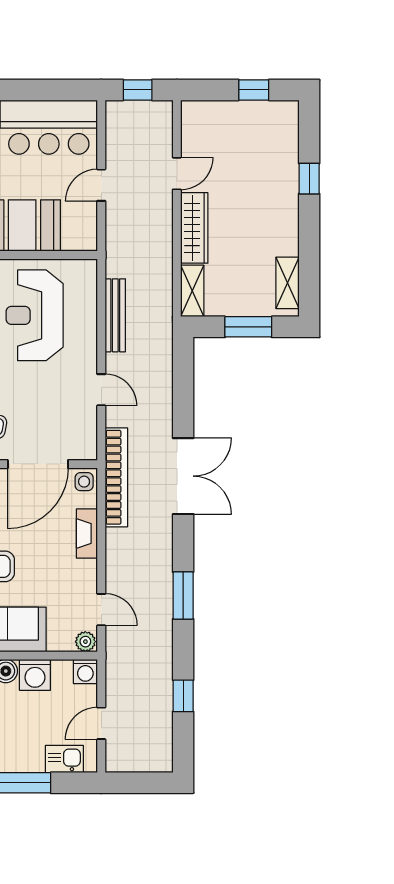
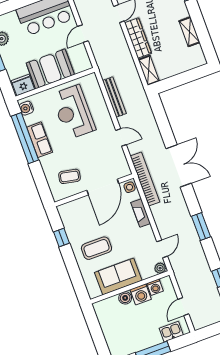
shelving: (287, 283) -> (189, 32), moved
window: (248, 327) -> (184, 78), removed
door: (101, 610) -> (162, 249), hinge flipped
washing machine: (85, 671) -> (155, 287), moved

